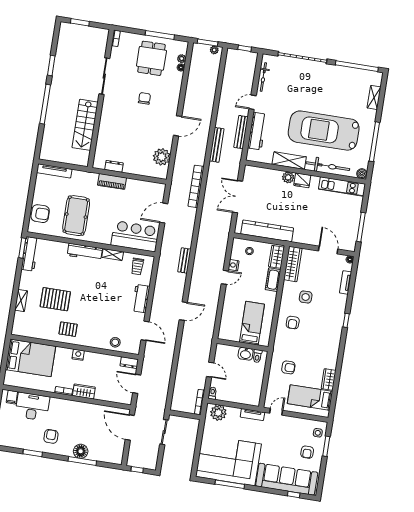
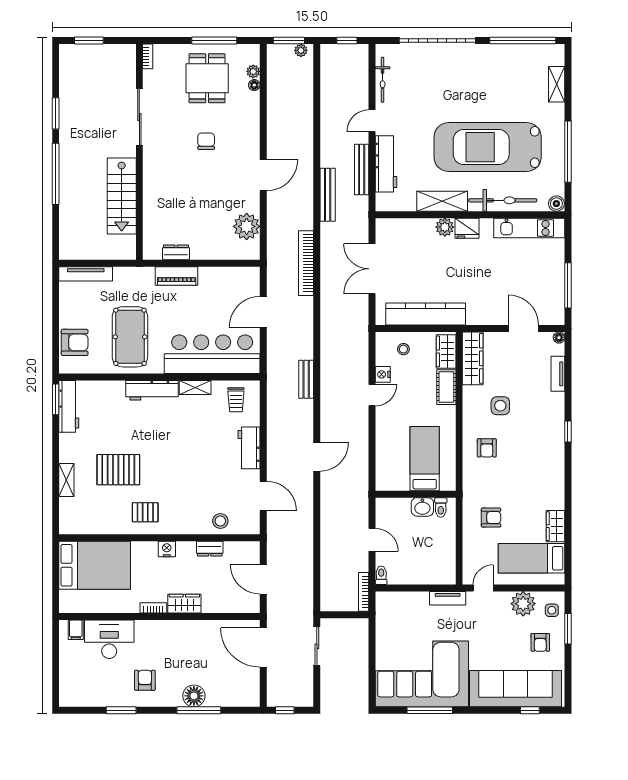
bar counter: (135, 236) -> (212, 354), width x1.36
dresser: (129, 363) -> (210, 549), moved
plant: (218, 413) -> (523, 604), moved

